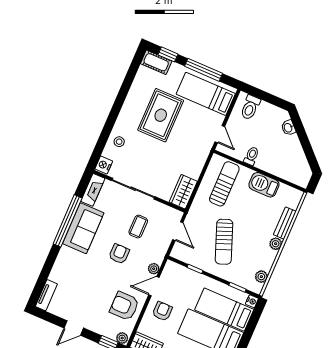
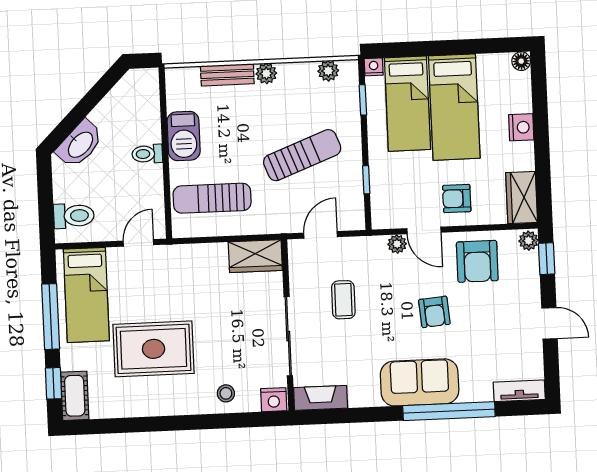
washbasin: (288, 128) -> (80, 144), width x1.91, depth x1.45
toilet: (251, 156) -> (147, 154), moved
window: (68, 221) -> (449, 411), moved
coffee table: (138, 227) -> (343, 300), turned 90
sofa: (83, 228) -> (420, 382), moved
armchair: (119, 254) -> (434, 312), moved, turned -95

